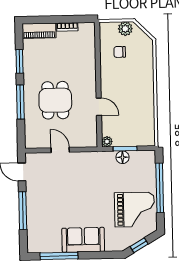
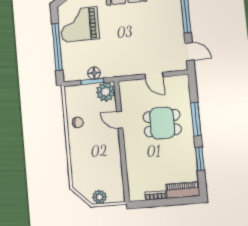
chair: (120, 52) -> (78, 123), moved
dining table: (55, 100) -> (162, 123), turned 90
plant: (107, 142) -> (106, 92), width x1.88, depth x1.88

